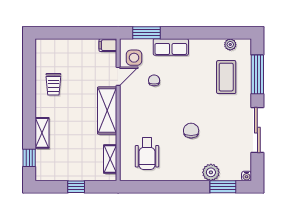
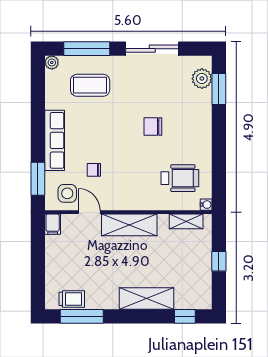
plant: (230, 45) -> (52, 62), moved
row of seats: (171, 47) -> (55, 140), width x1.48
window: (29, 70) -> (82, 316), added
trolley: (53, 84) -> (72, 299), moved
shelving: (42, 133) -> (146, 299), width x1.50, depth x1.33
plant: (211, 172) -> (202, 79), moved
water cooler: (247, 176) -> (206, 205), moved

